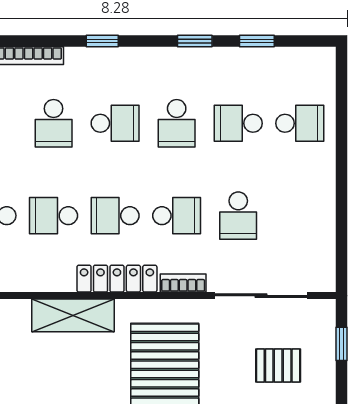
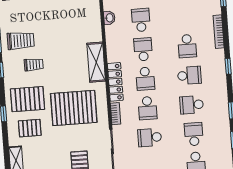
school desk: (54, 123) -> (187, 46), turned -90
school desk: (115, 123) -> (189, 75), turned -90
school desk: (115, 216) -> (145, 79), turned 180

